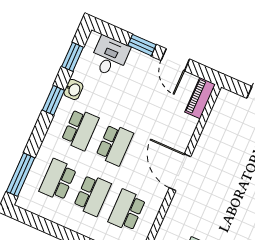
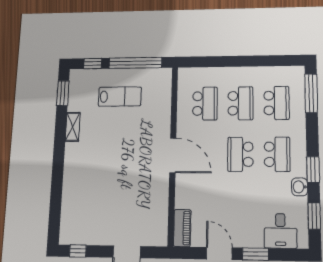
school desk: (80, 129) -> (277, 154), turned 180
school desk: (92, 195) -> (240, 103), turned 180

